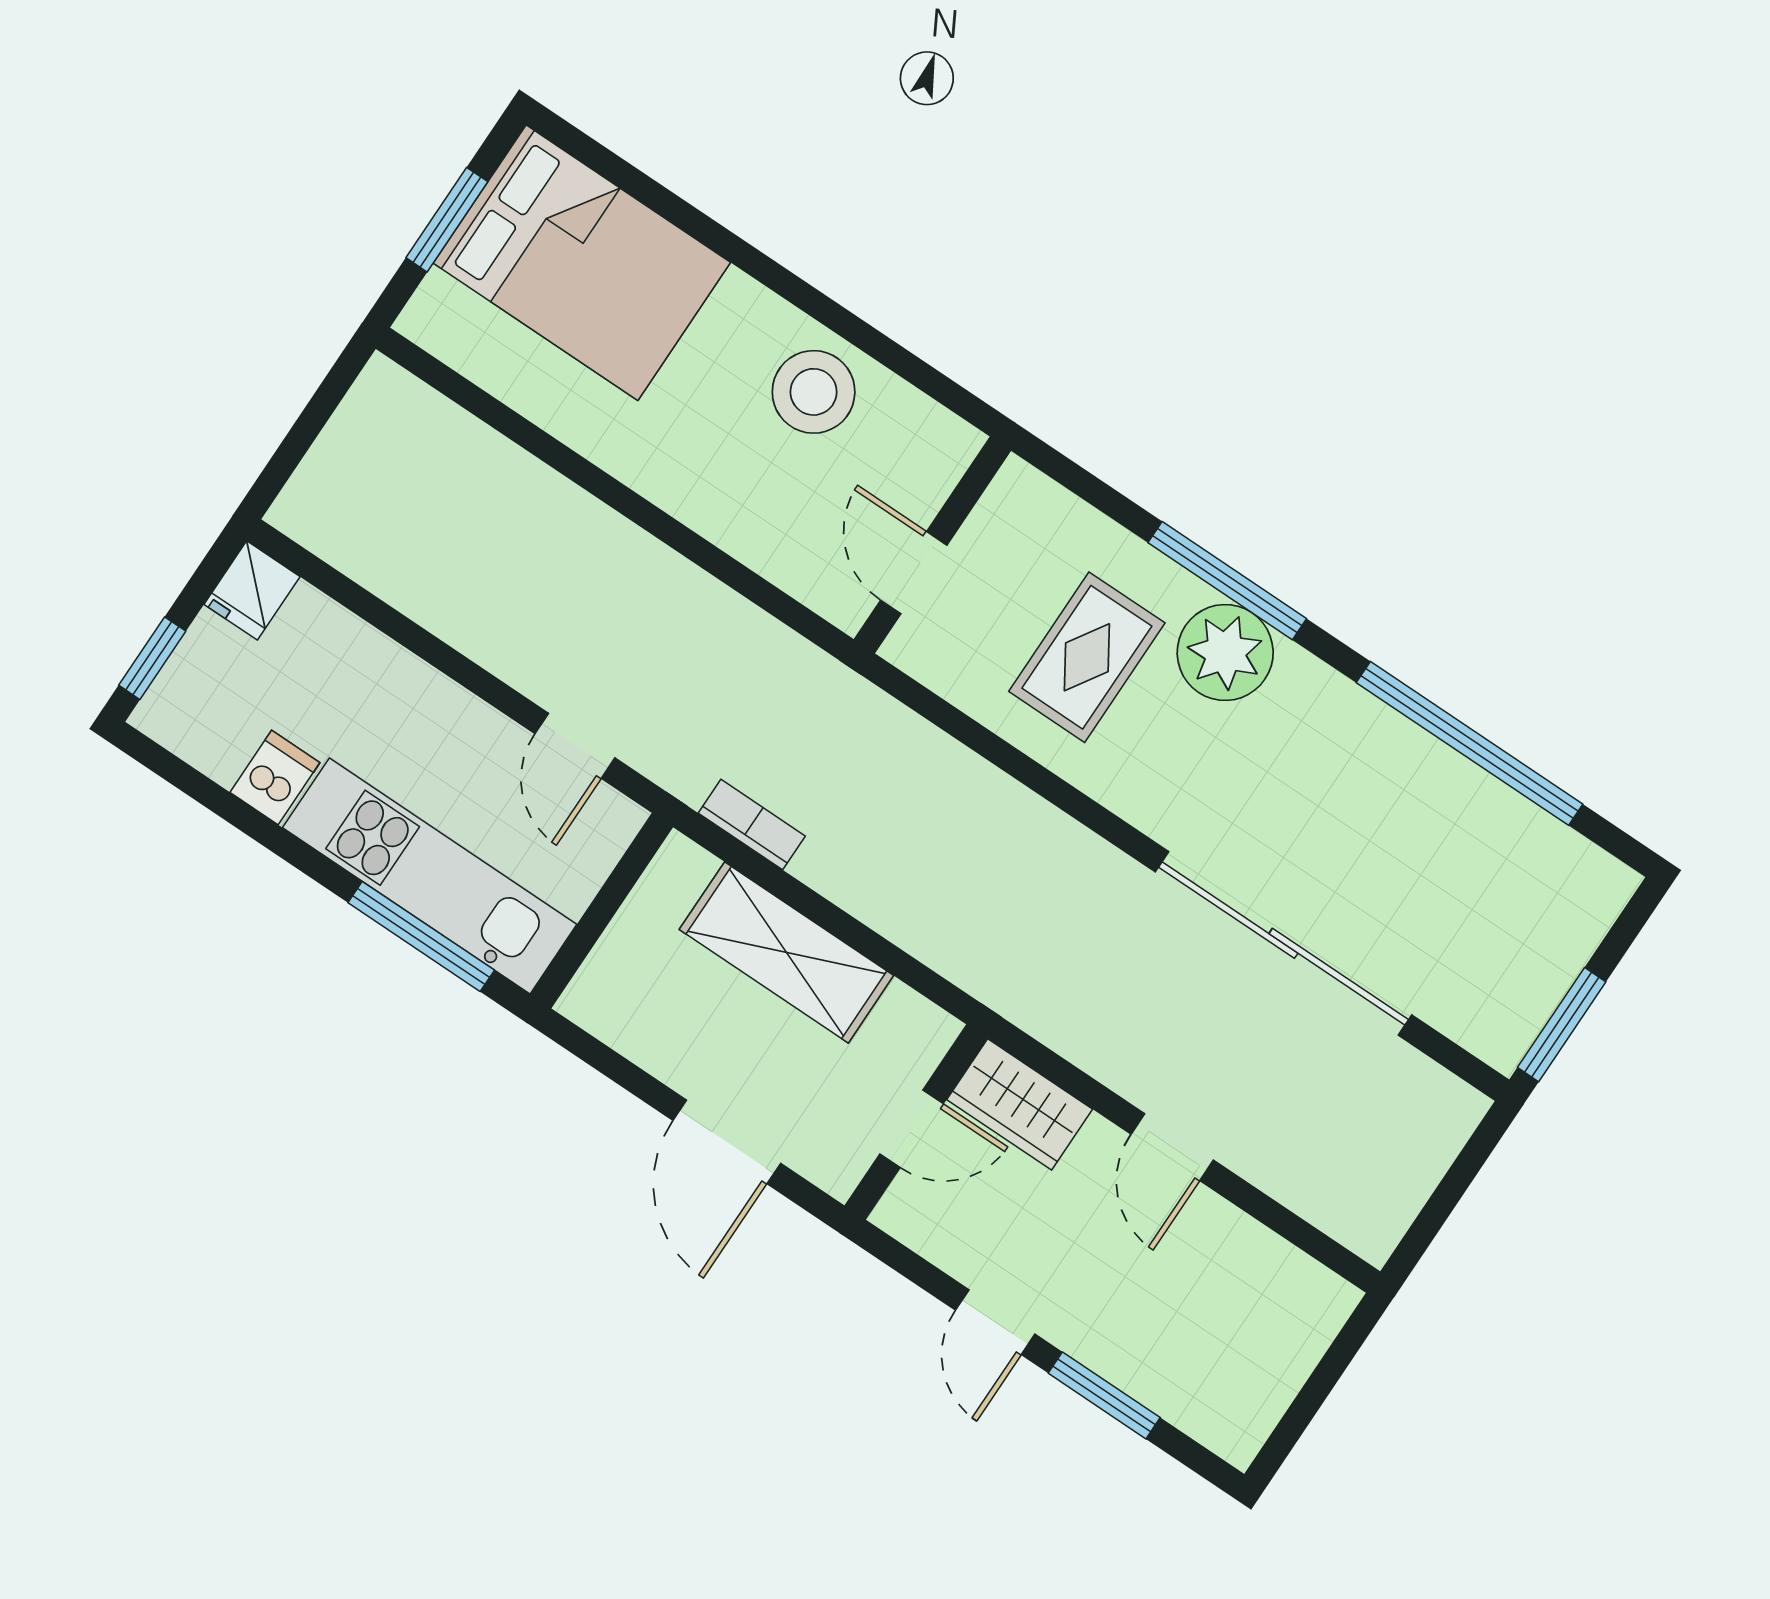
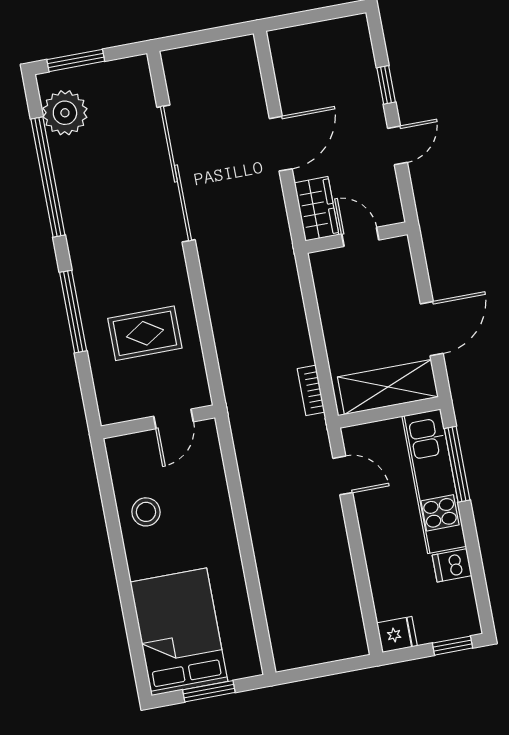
stool: (814, 392) -> (146, 512), width x0.73, depth x0.73
plant: (1225, 652) -> (65, 113), moved
door: (575, 746) -> (343, 475), hinge flipped
shelving: (786, 952) -> (388, 387), moved, turned 90
window: (1562, 1025) -> (76, 60), moved
door: (727, 1142) -> (432, 329), moved
door: (1172, 1147) -> (281, 144), width x1.37
window: (1104, 1395) -> (386, 85), width x0.67

